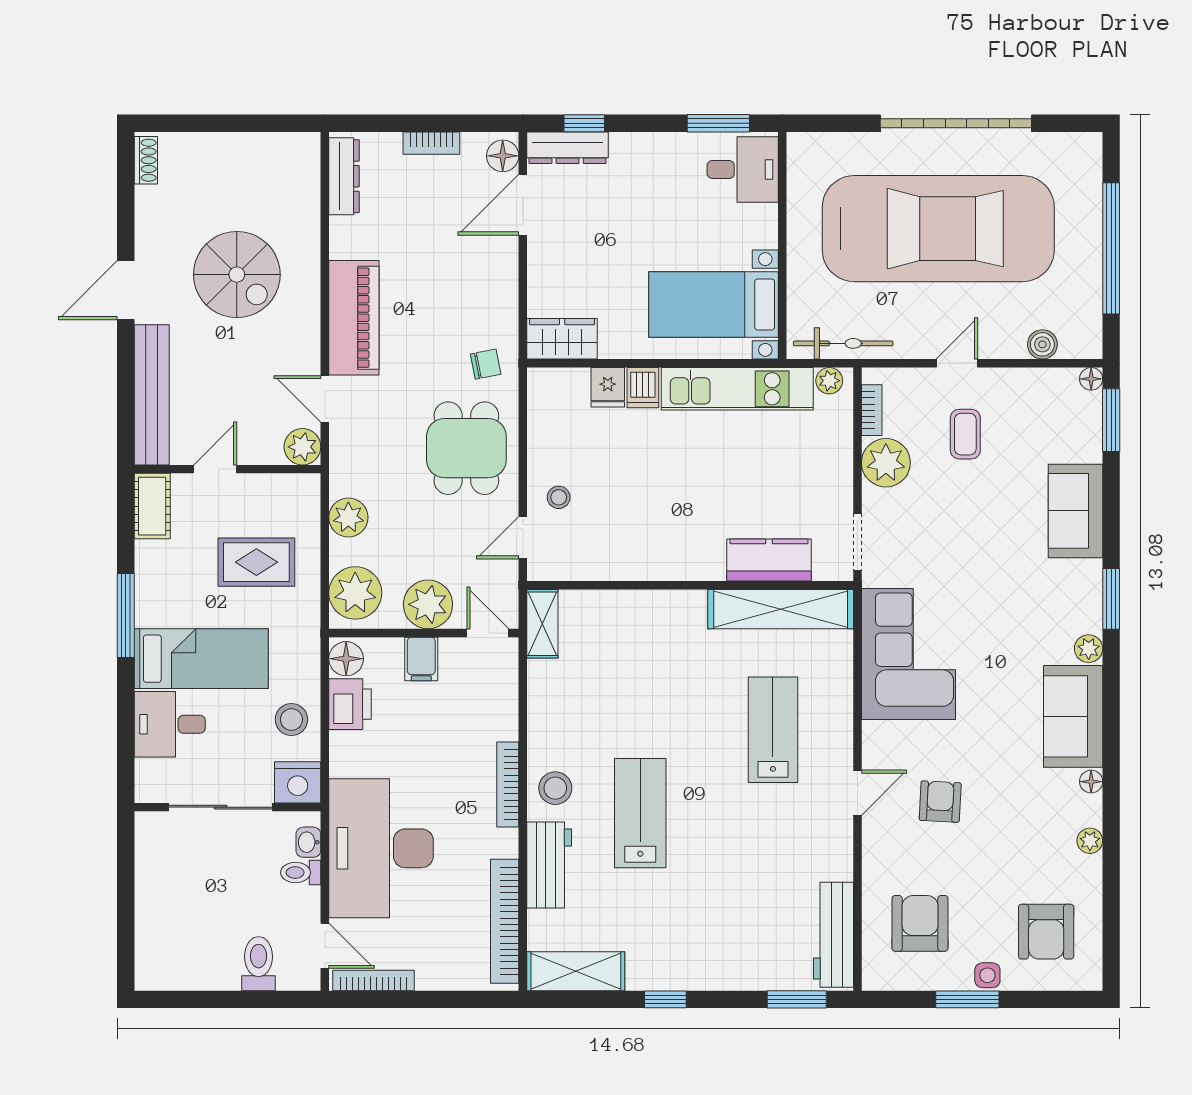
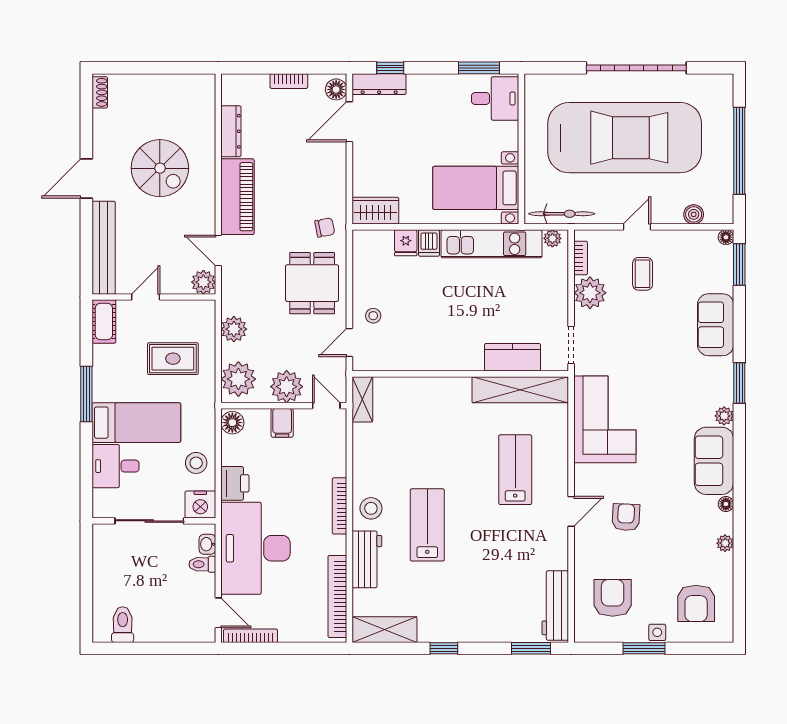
dresser: (344, 176) -> (231, 131), moved
printer: (350, 704) -> (235, 483), moved
toilet: (258, 964) -> (123, 625), moved

